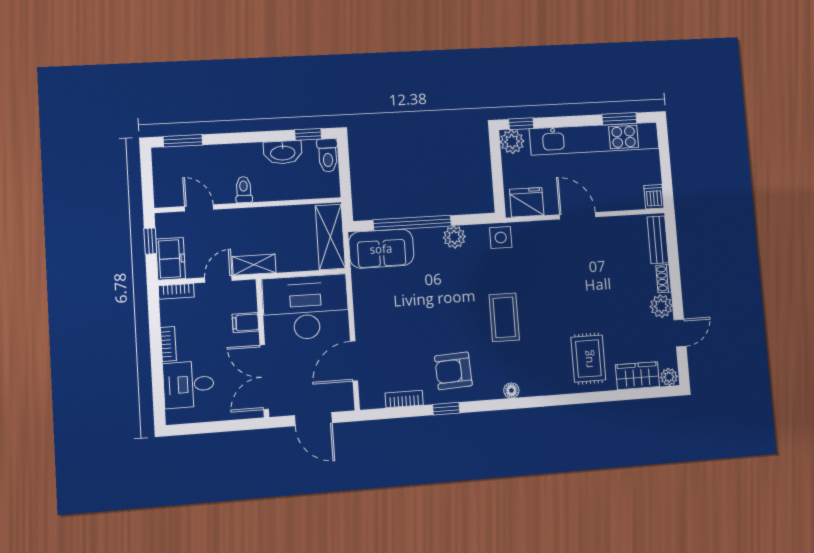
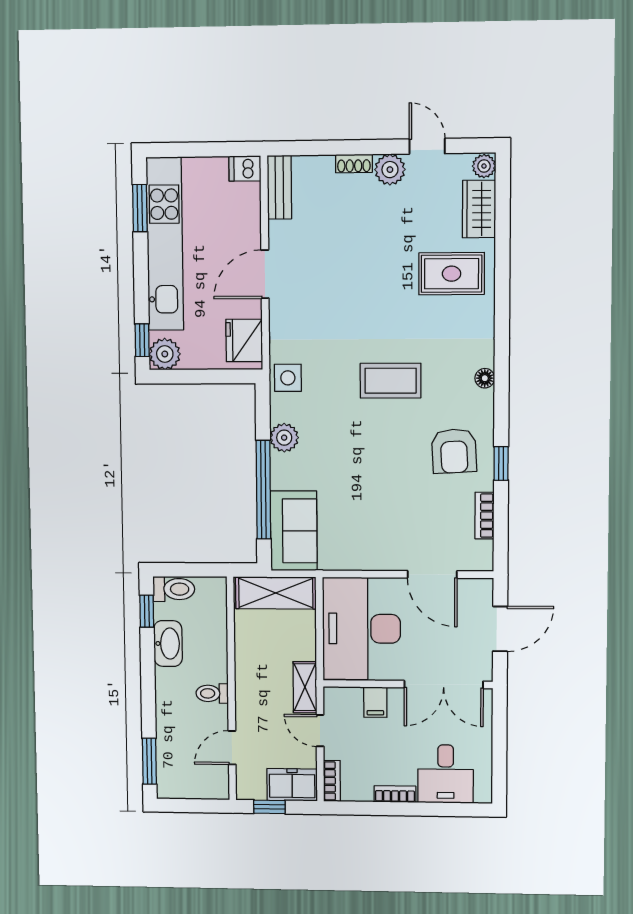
bench: (658, 240) -> (279, 187), moved, turned 90

